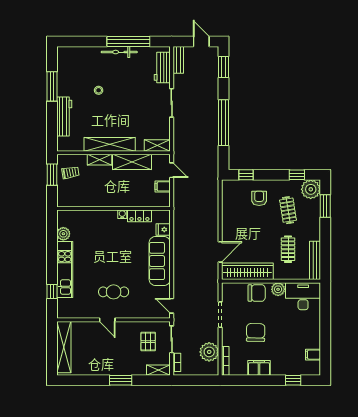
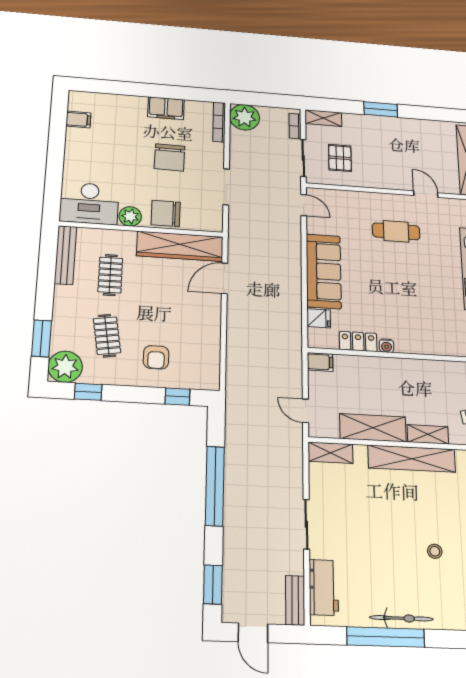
filing cabinet: (163, 186) -> (320, 362), moved
door: (107, 320) -> (426, 194), moved
plant: (209, 352) -> (245, 117), moved
window: (293, 380) -> (113, 87), removed

